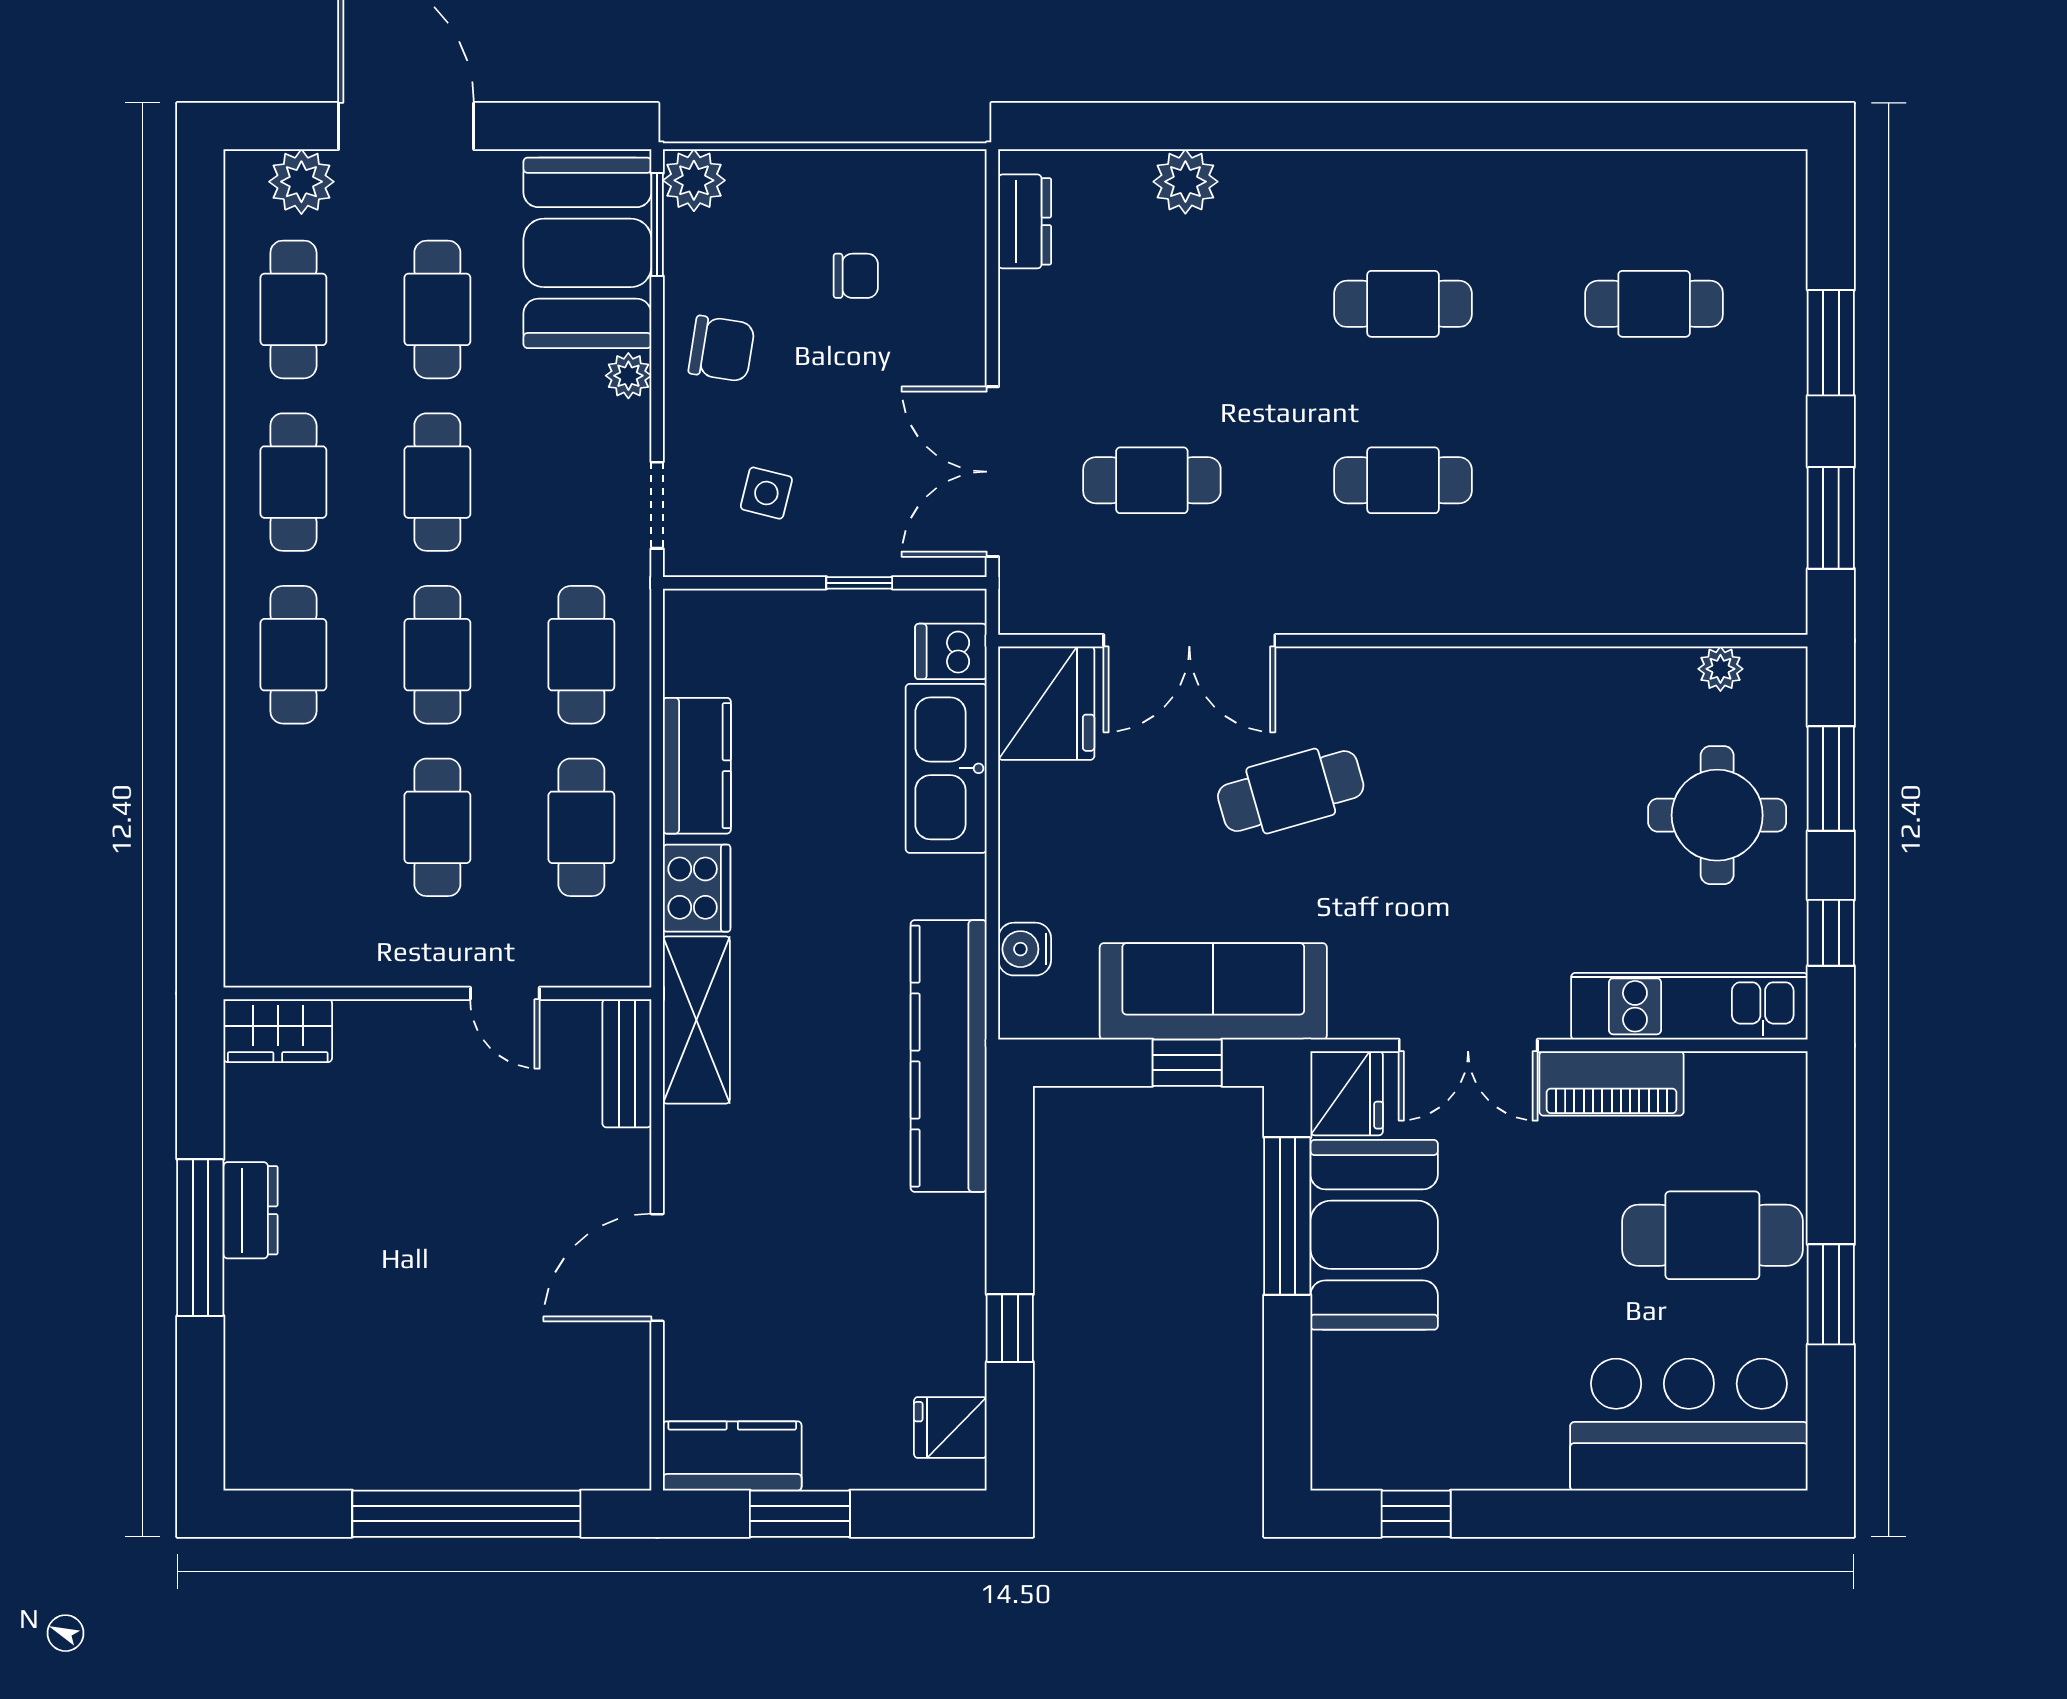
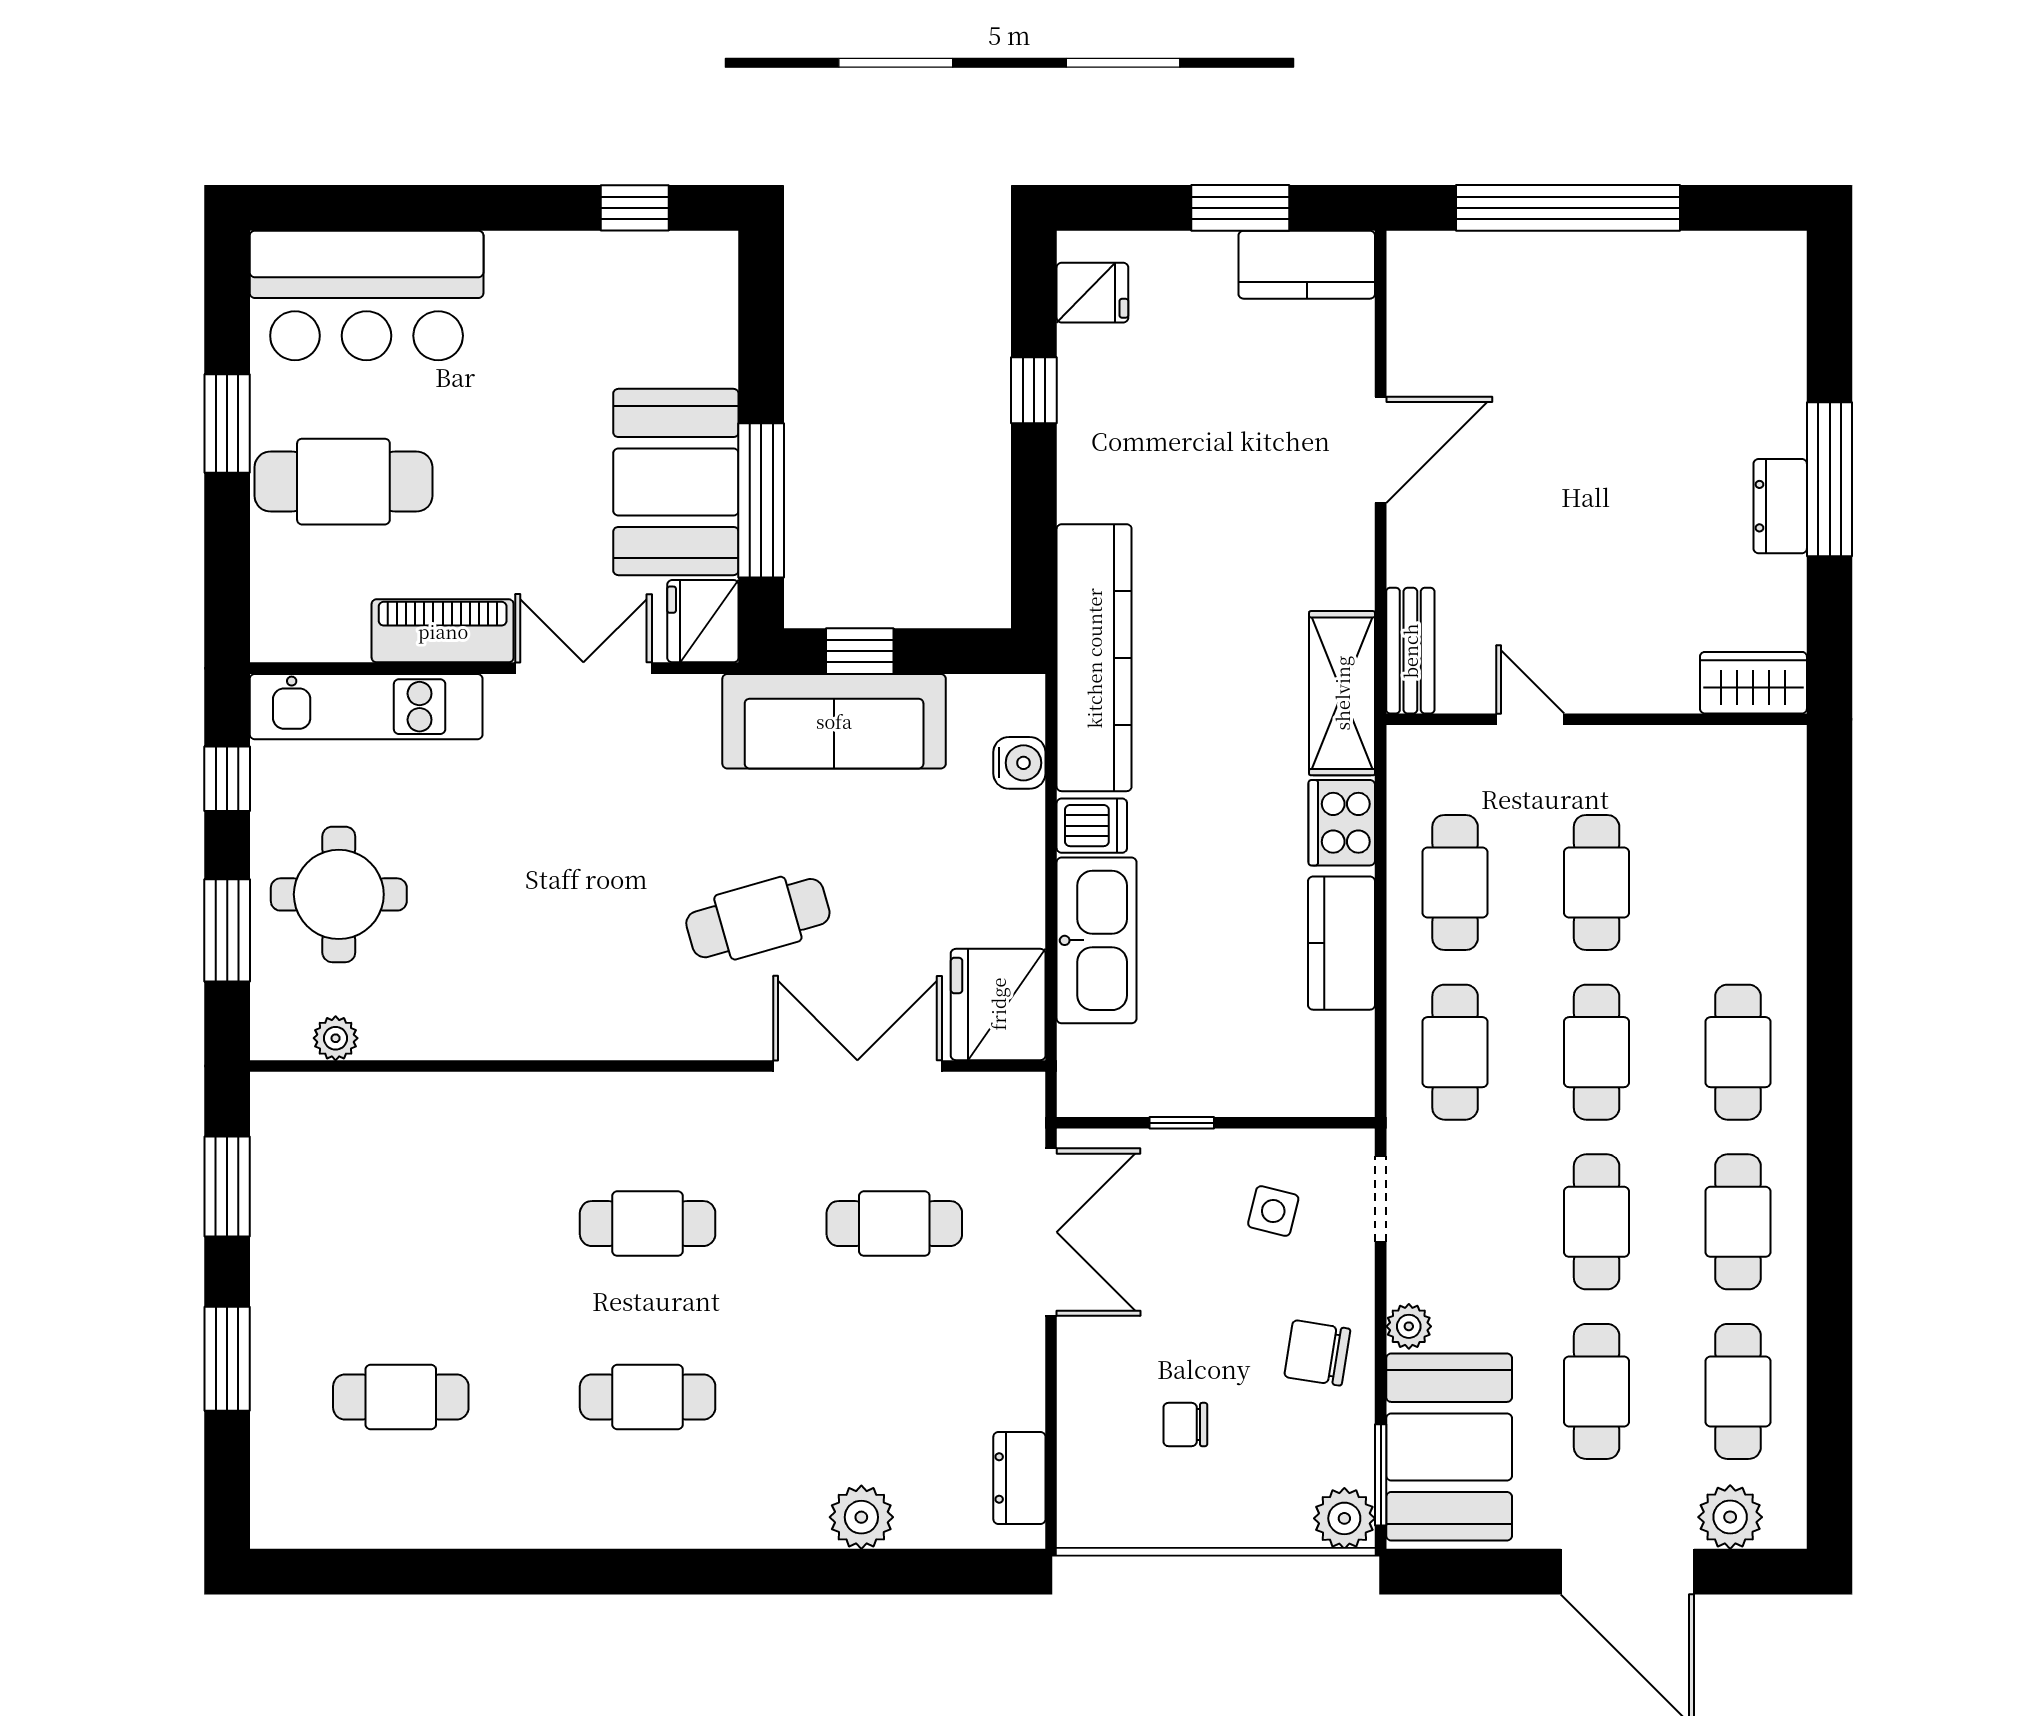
dishwasher: (951, 651) -> (1092, 826), moved

